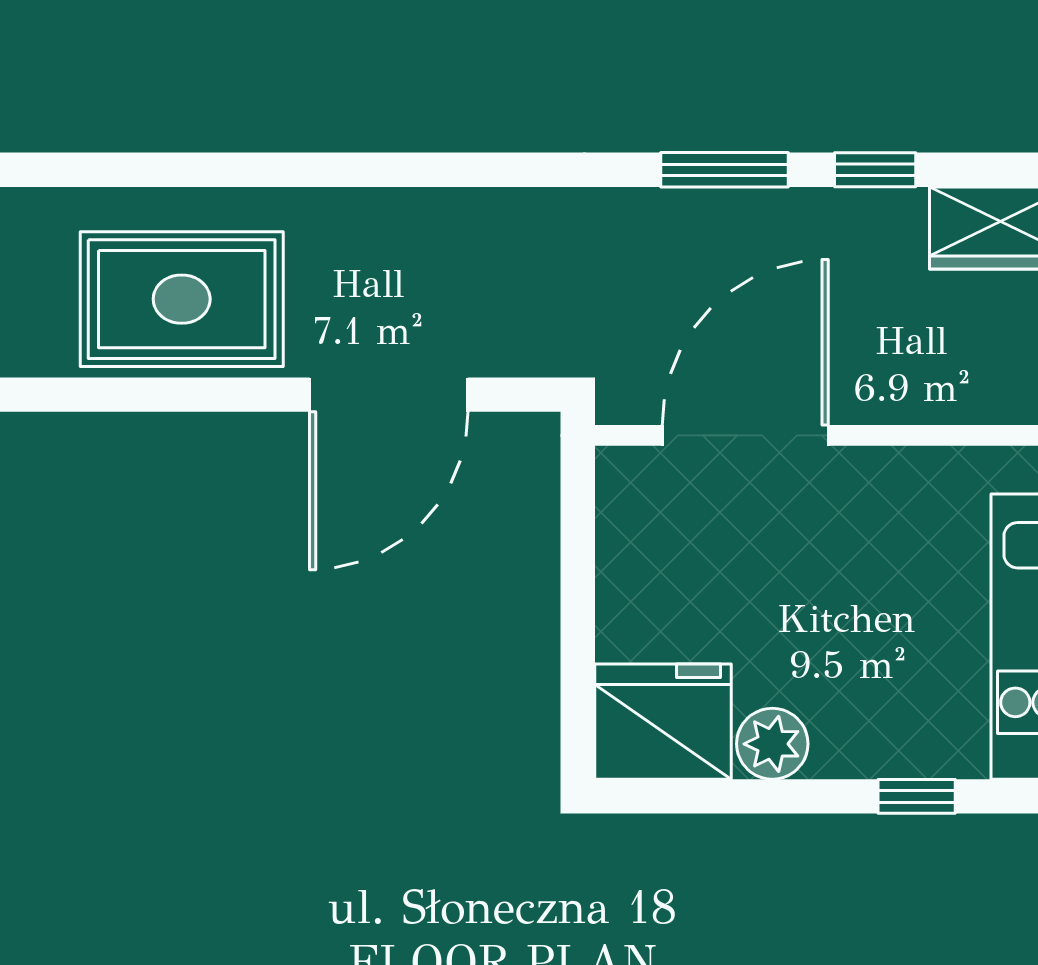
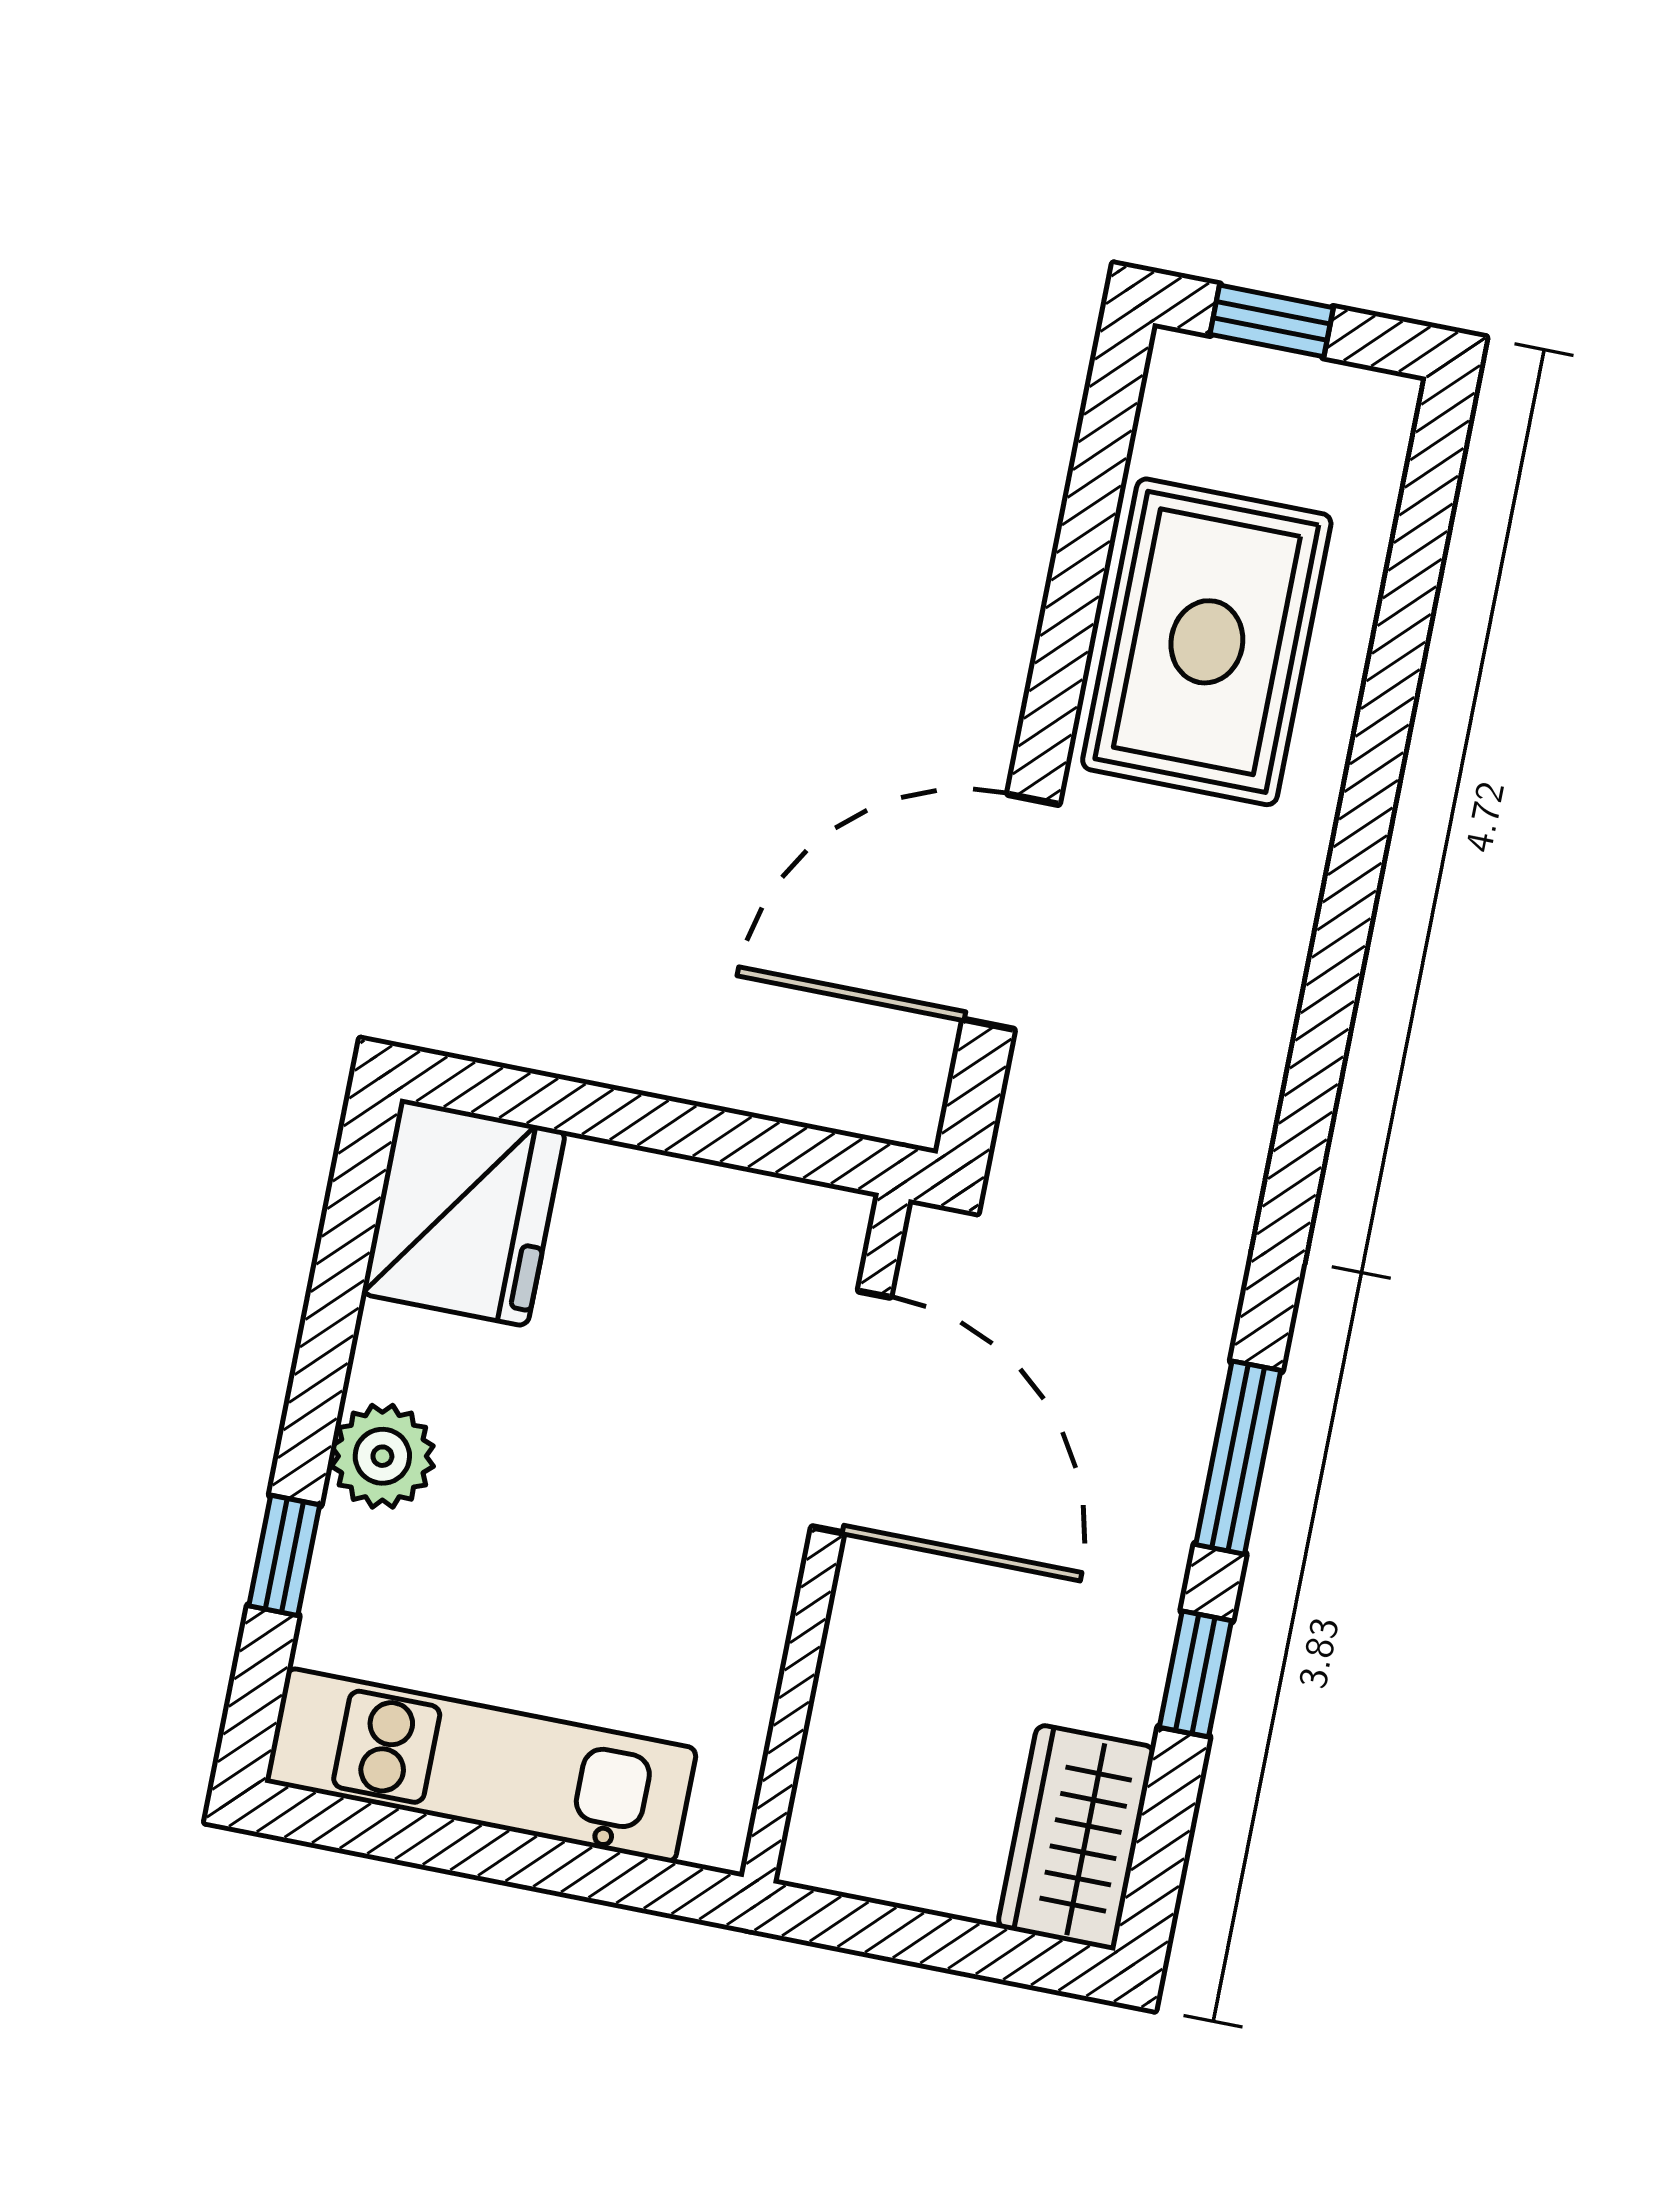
door: (389, 395) -> (1011, 912), hinge flipped
plant: (772, 744) -> (382, 1456), moved

